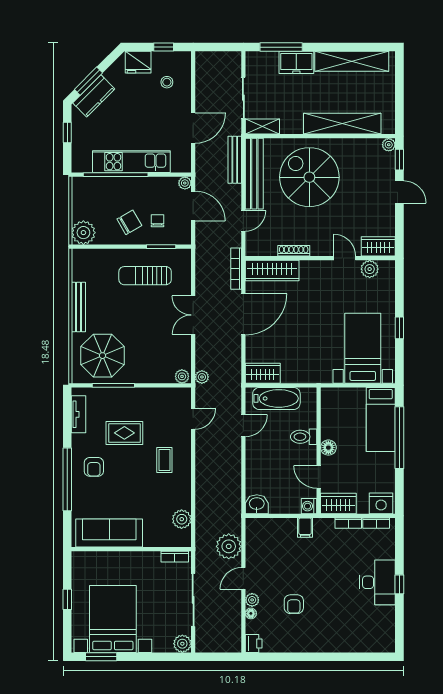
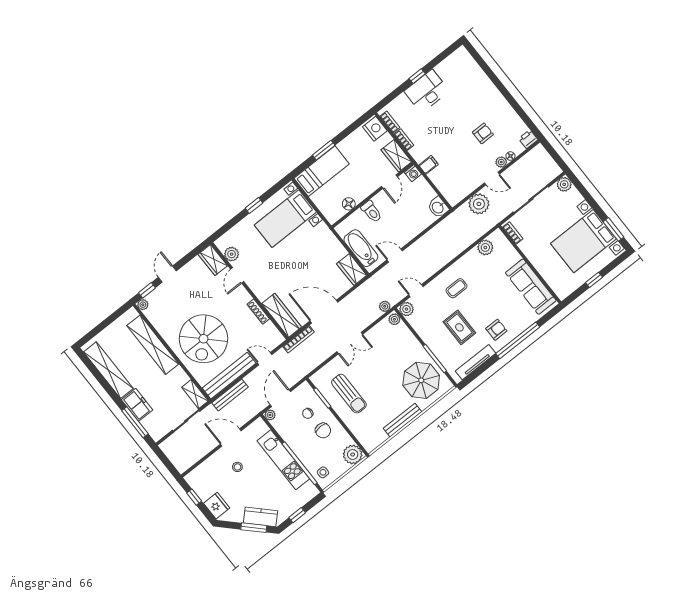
stool: (167, 82) -> (237, 467), moved
side table: (89, 190) -> (323, 472), added
chair: (129, 222) -> (323, 430), turned -150
plant: (183, 396) -> (407, 309), added
tv unit: (79, 414) -> (475, 362), width x1.41
window: (399, 438) -> (324, 150), width x0.47
floor lamp: (328, 448) -> (349, 204), moved

